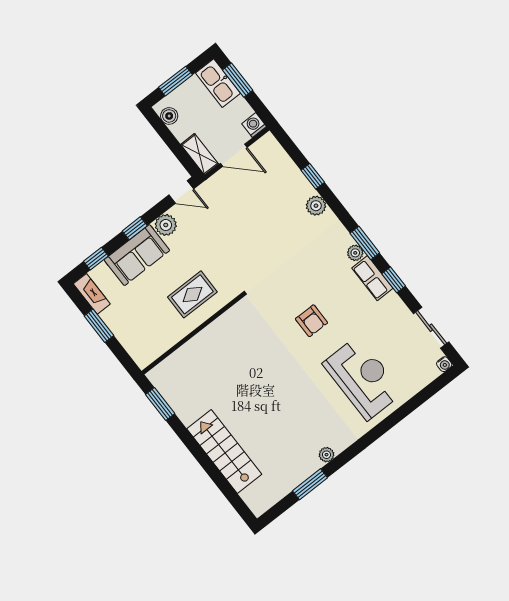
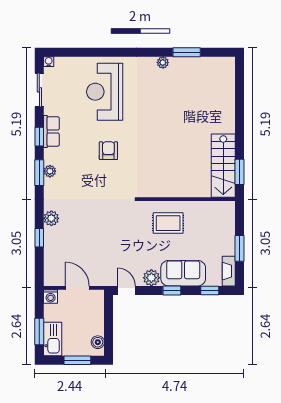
shelving: (200, 154) -> (97, 305), removed
row of seats: (372, 278) -> (51, 131), moved
stairs: (224, 452) -> (223, 166), moved

